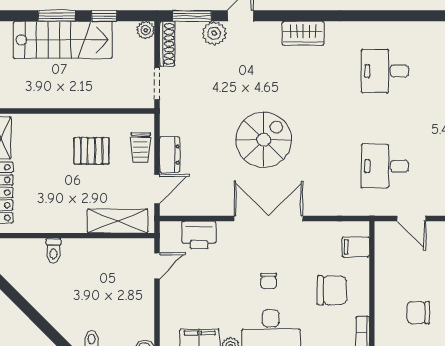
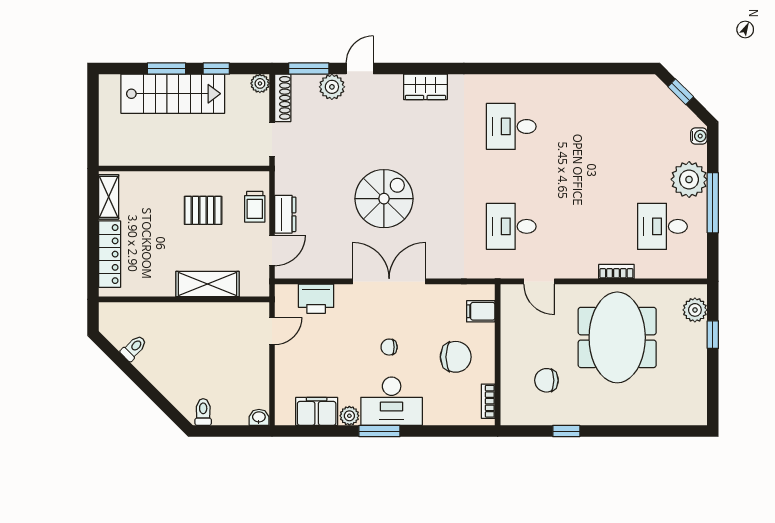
shelving: (117, 221) -> (208, 284), moved
toilet: (54, 251) -> (134, 348), moved, turned -135
chair: (269, 281) -> (389, 347), turned 90

